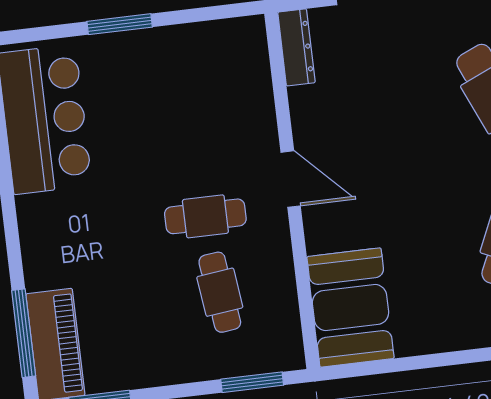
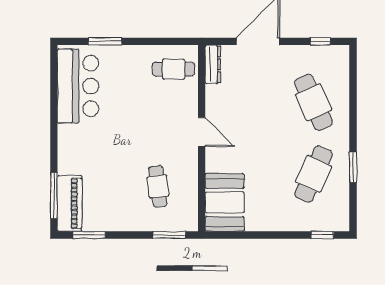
window: (120, 24) -> (105, 41), moved
cafe table: (205, 216) -> (174, 69), moved

